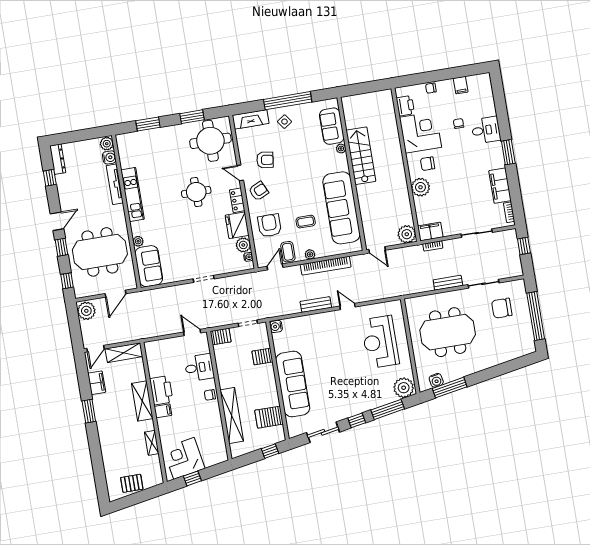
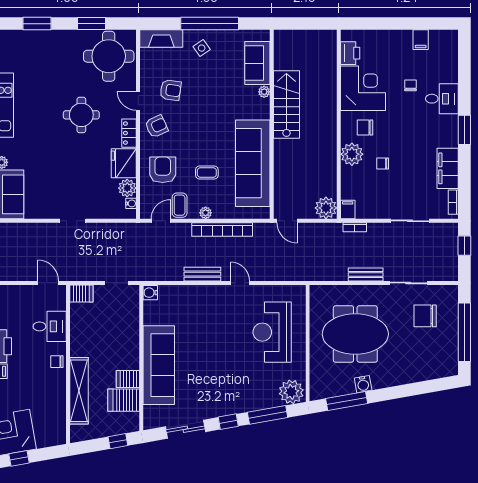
chair: (431, 88) -> (383, 164), moved
filing cabinet: (430, 231) -> (348, 209), width x0.50
server rack: (262, 357) -> (128, 379), moved
water cooler: (436, 380) -> (363, 384), moved

